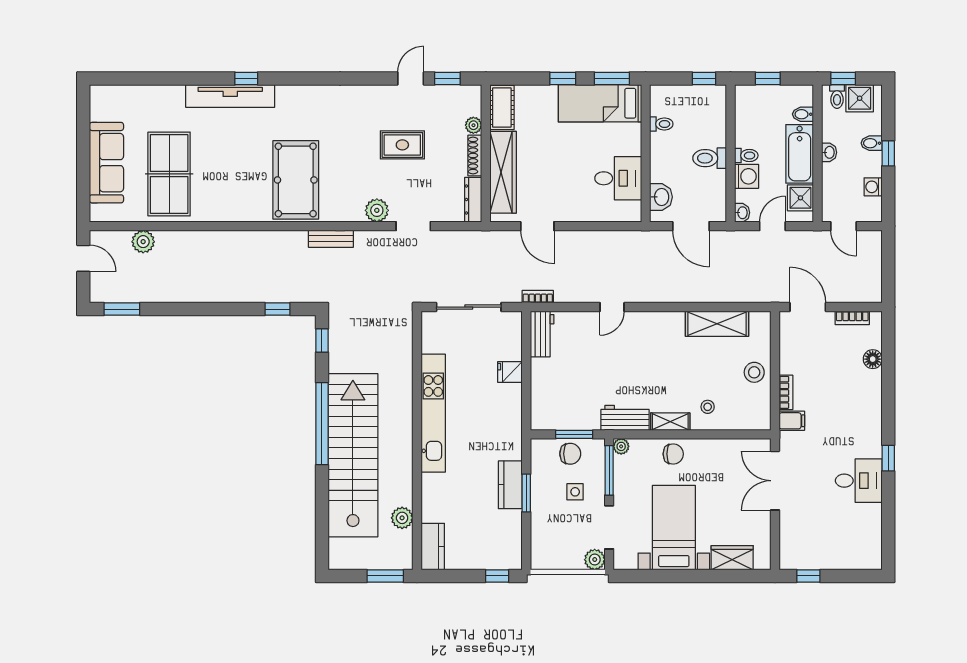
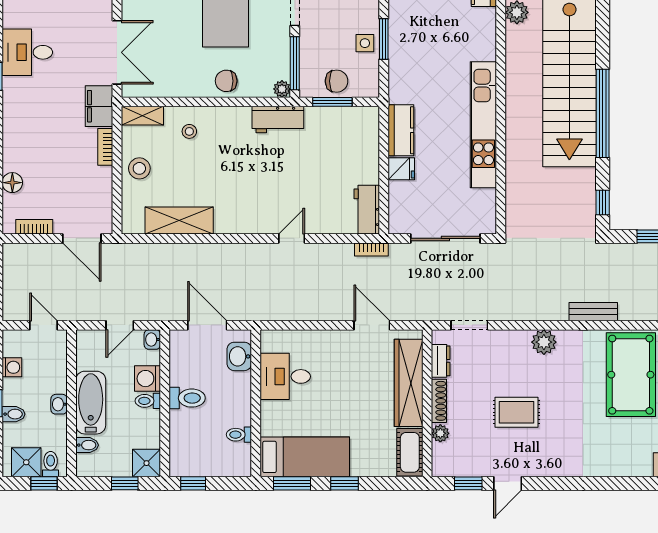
shower: (800, 198) -> (146, 463), moved
dresser: (473, 199) -> (441, 361), width x0.70
doorway: (413, 226) -> (469, 325), moved
filing cabinet: (792, 421) -> (99, 106), width x2.00
shelving: (670, 422) -> (142, 116), moved
chair: (570, 454) -> (337, 81), turned 180
kitchen counter: (510, 485) -> (401, 130), moved
side table: (575, 492) -> (365, 43), moved

